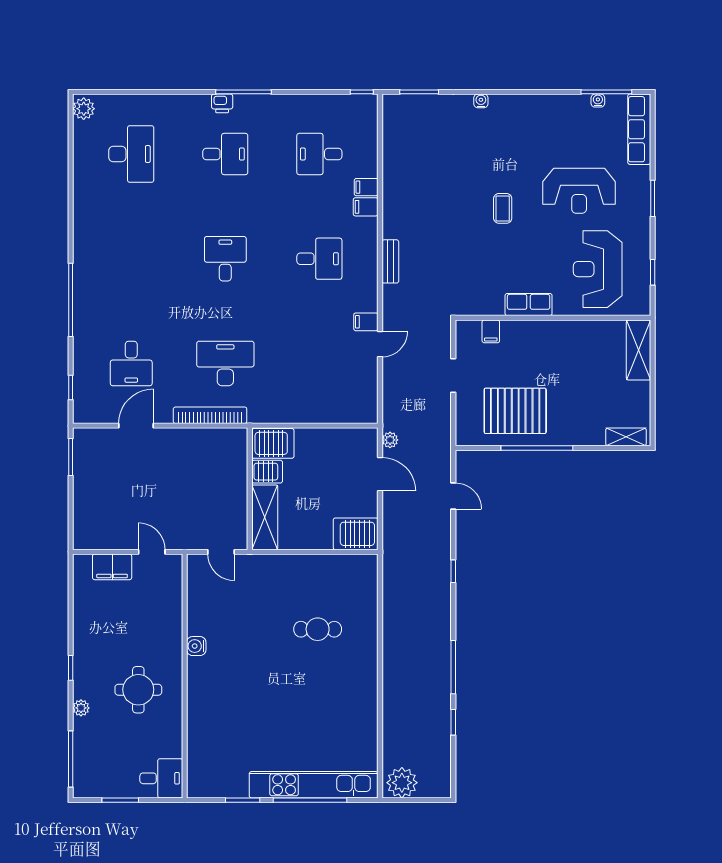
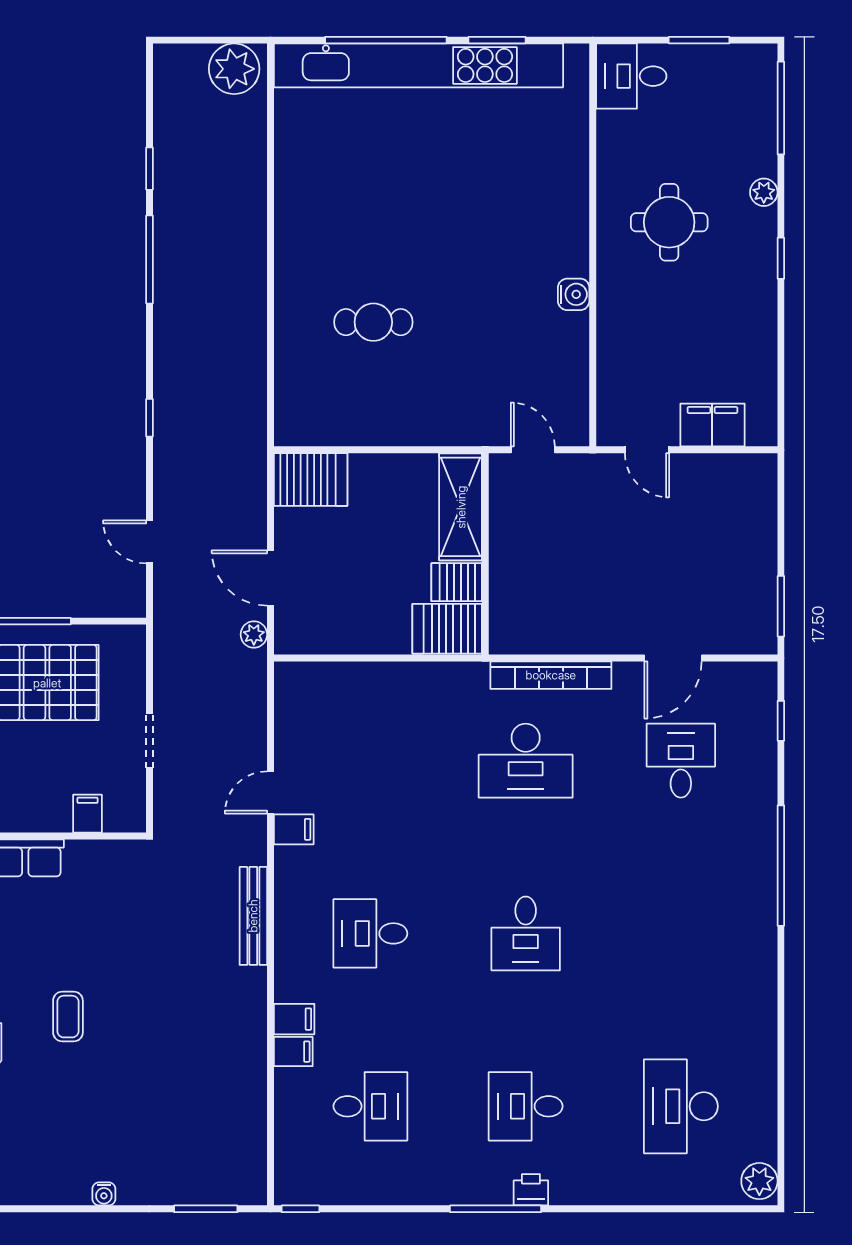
bench: (390, 261) -> (253, 916), width x1.36
kitchen unit: (314, 785) -> (418, 65), width x1.36

